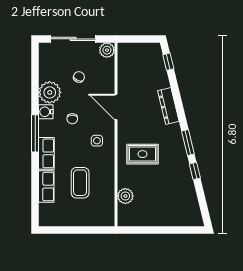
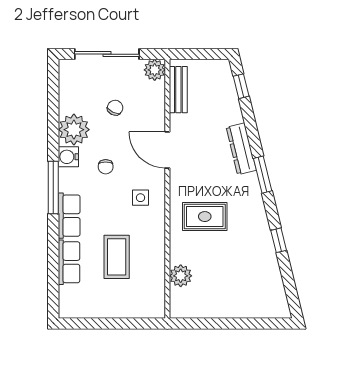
bench: (124, 64) -> (178, 90), added
window: (188, 143) -> (263, 175), moved

